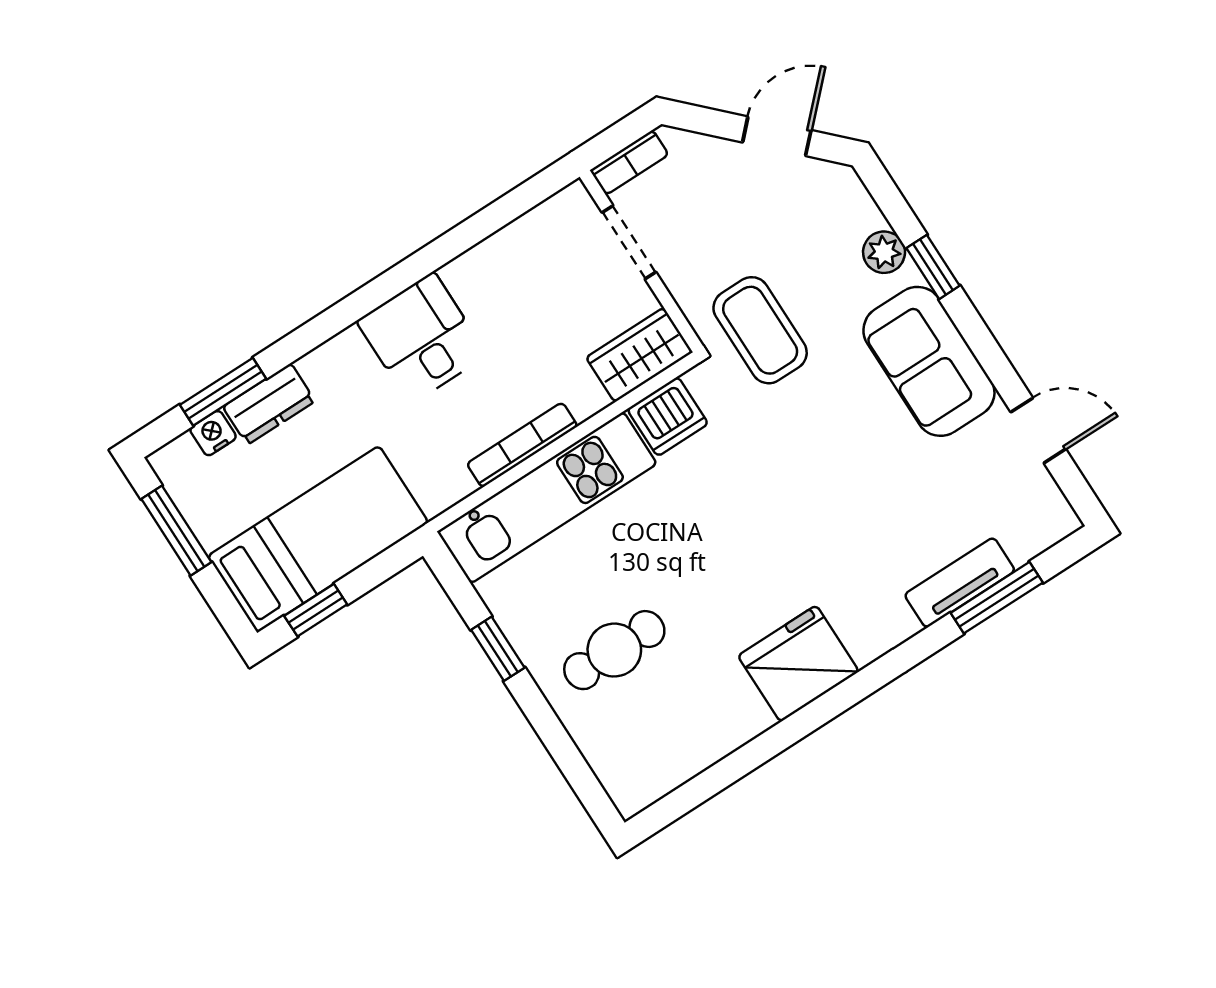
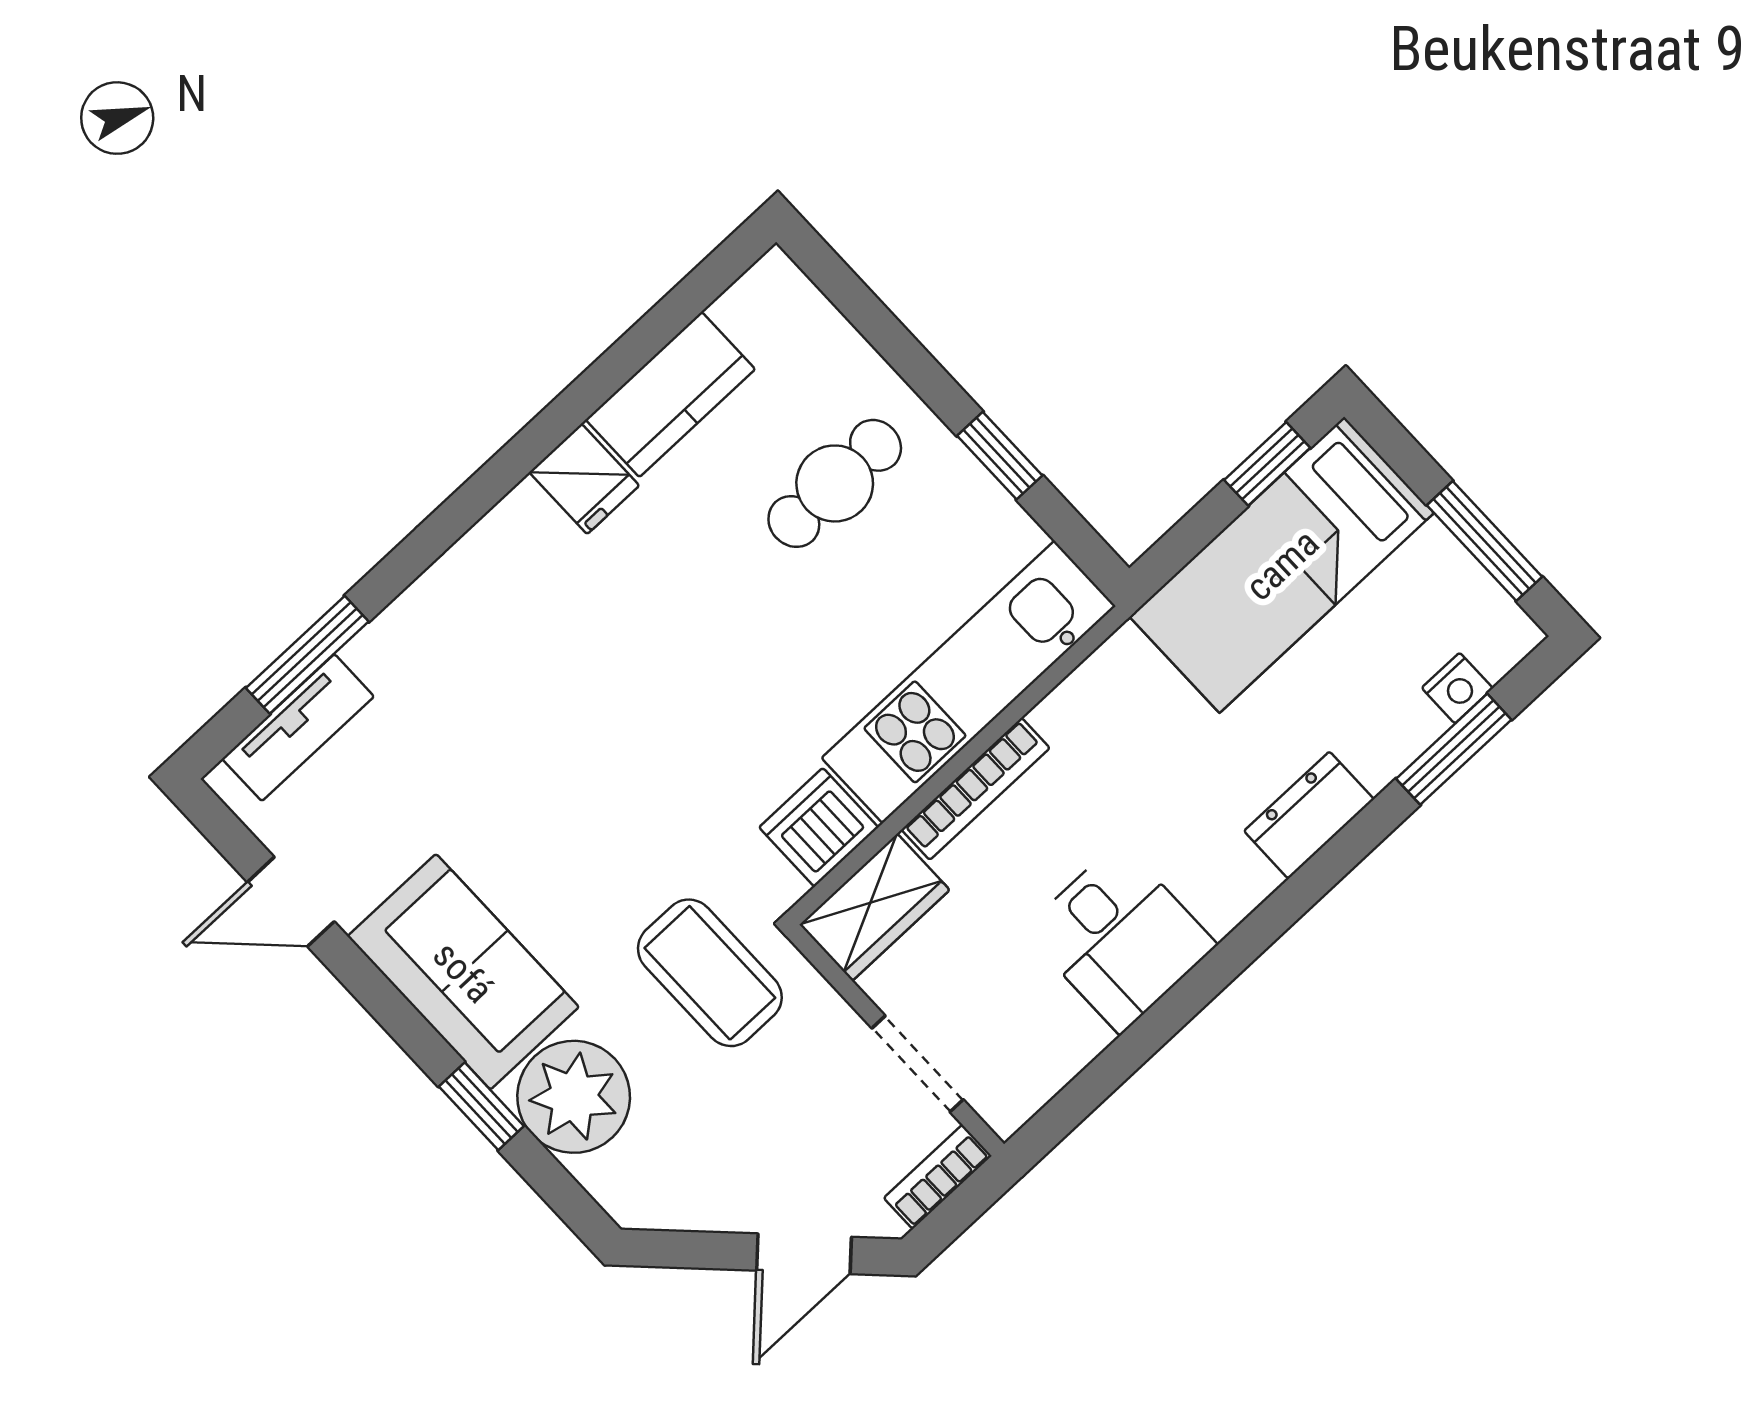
door: (777, 136) -> (804, 1254), moved
plant: (884, 252) -> (574, 1097), width x1.87, depth x1.87
desk: (422, 338) -> (1120, 938), moved
dresser: (269, 404) -> (1309, 815), moved
bookcase: (522, 445) -> (975, 789), moved
tv unit: (960, 583) -> (298, 728), moved
fridge: (798, 664) -> (584, 479), width x0.53, depth x0.75
kitchen counter: (716, 731) -> (670, 394), added

